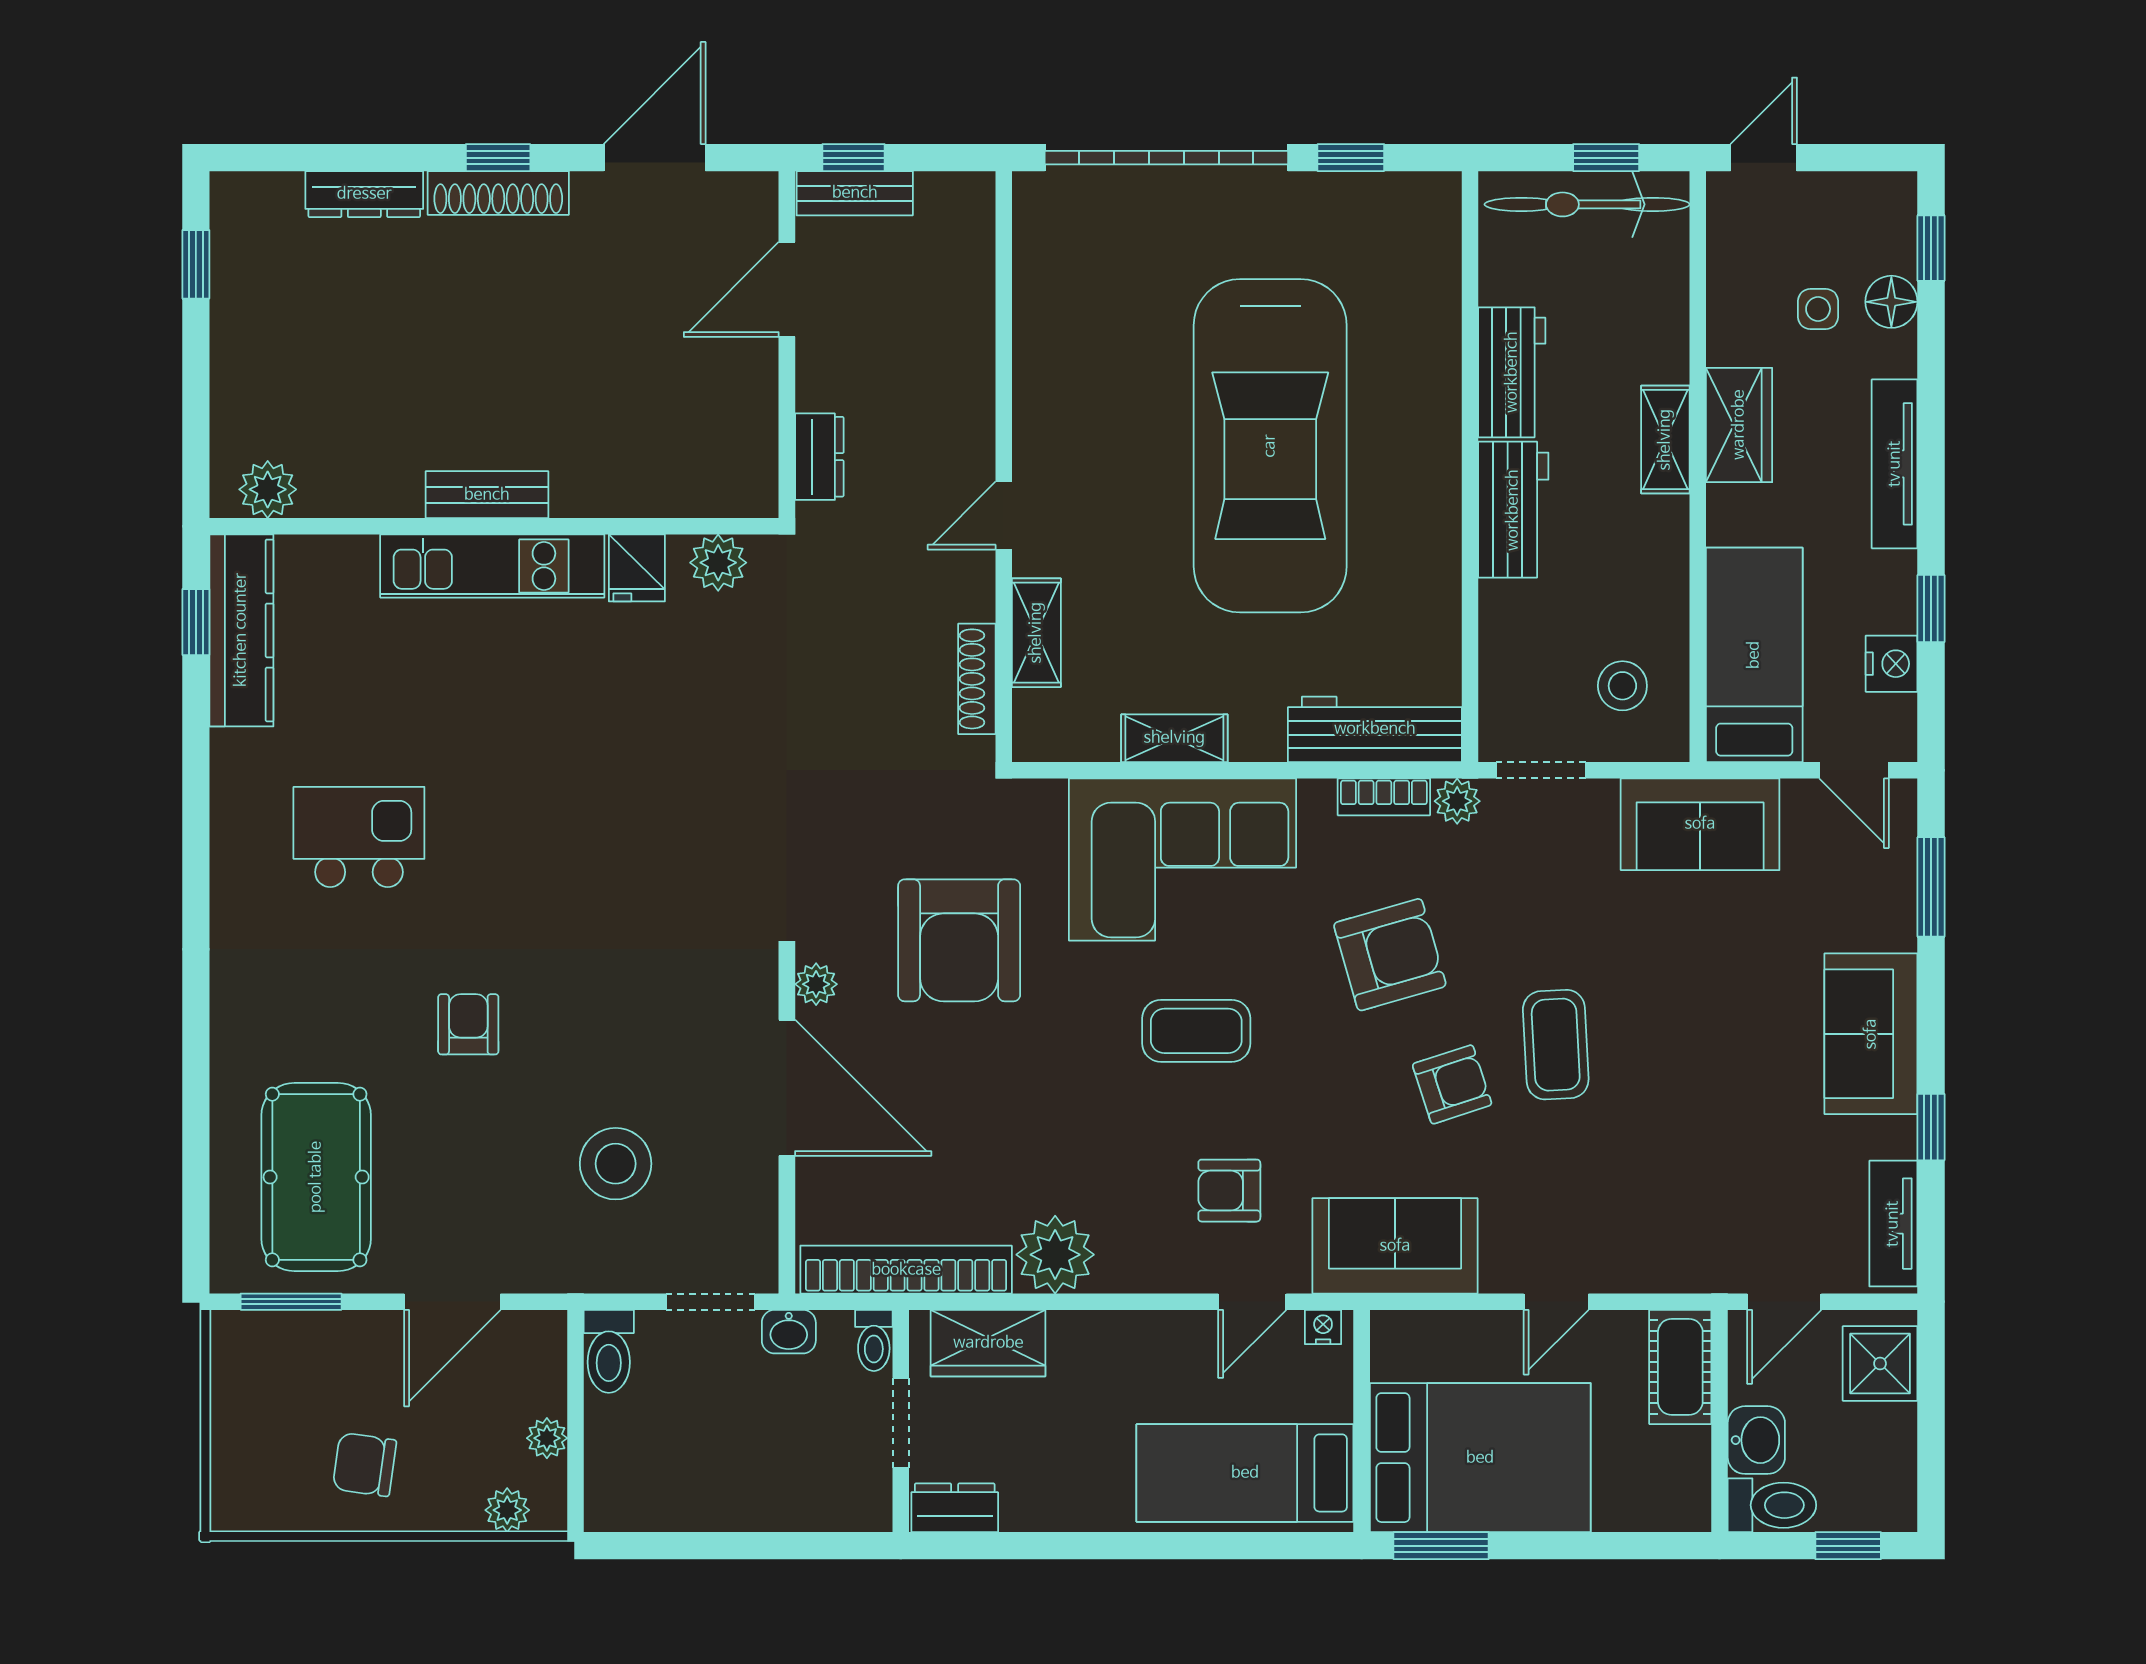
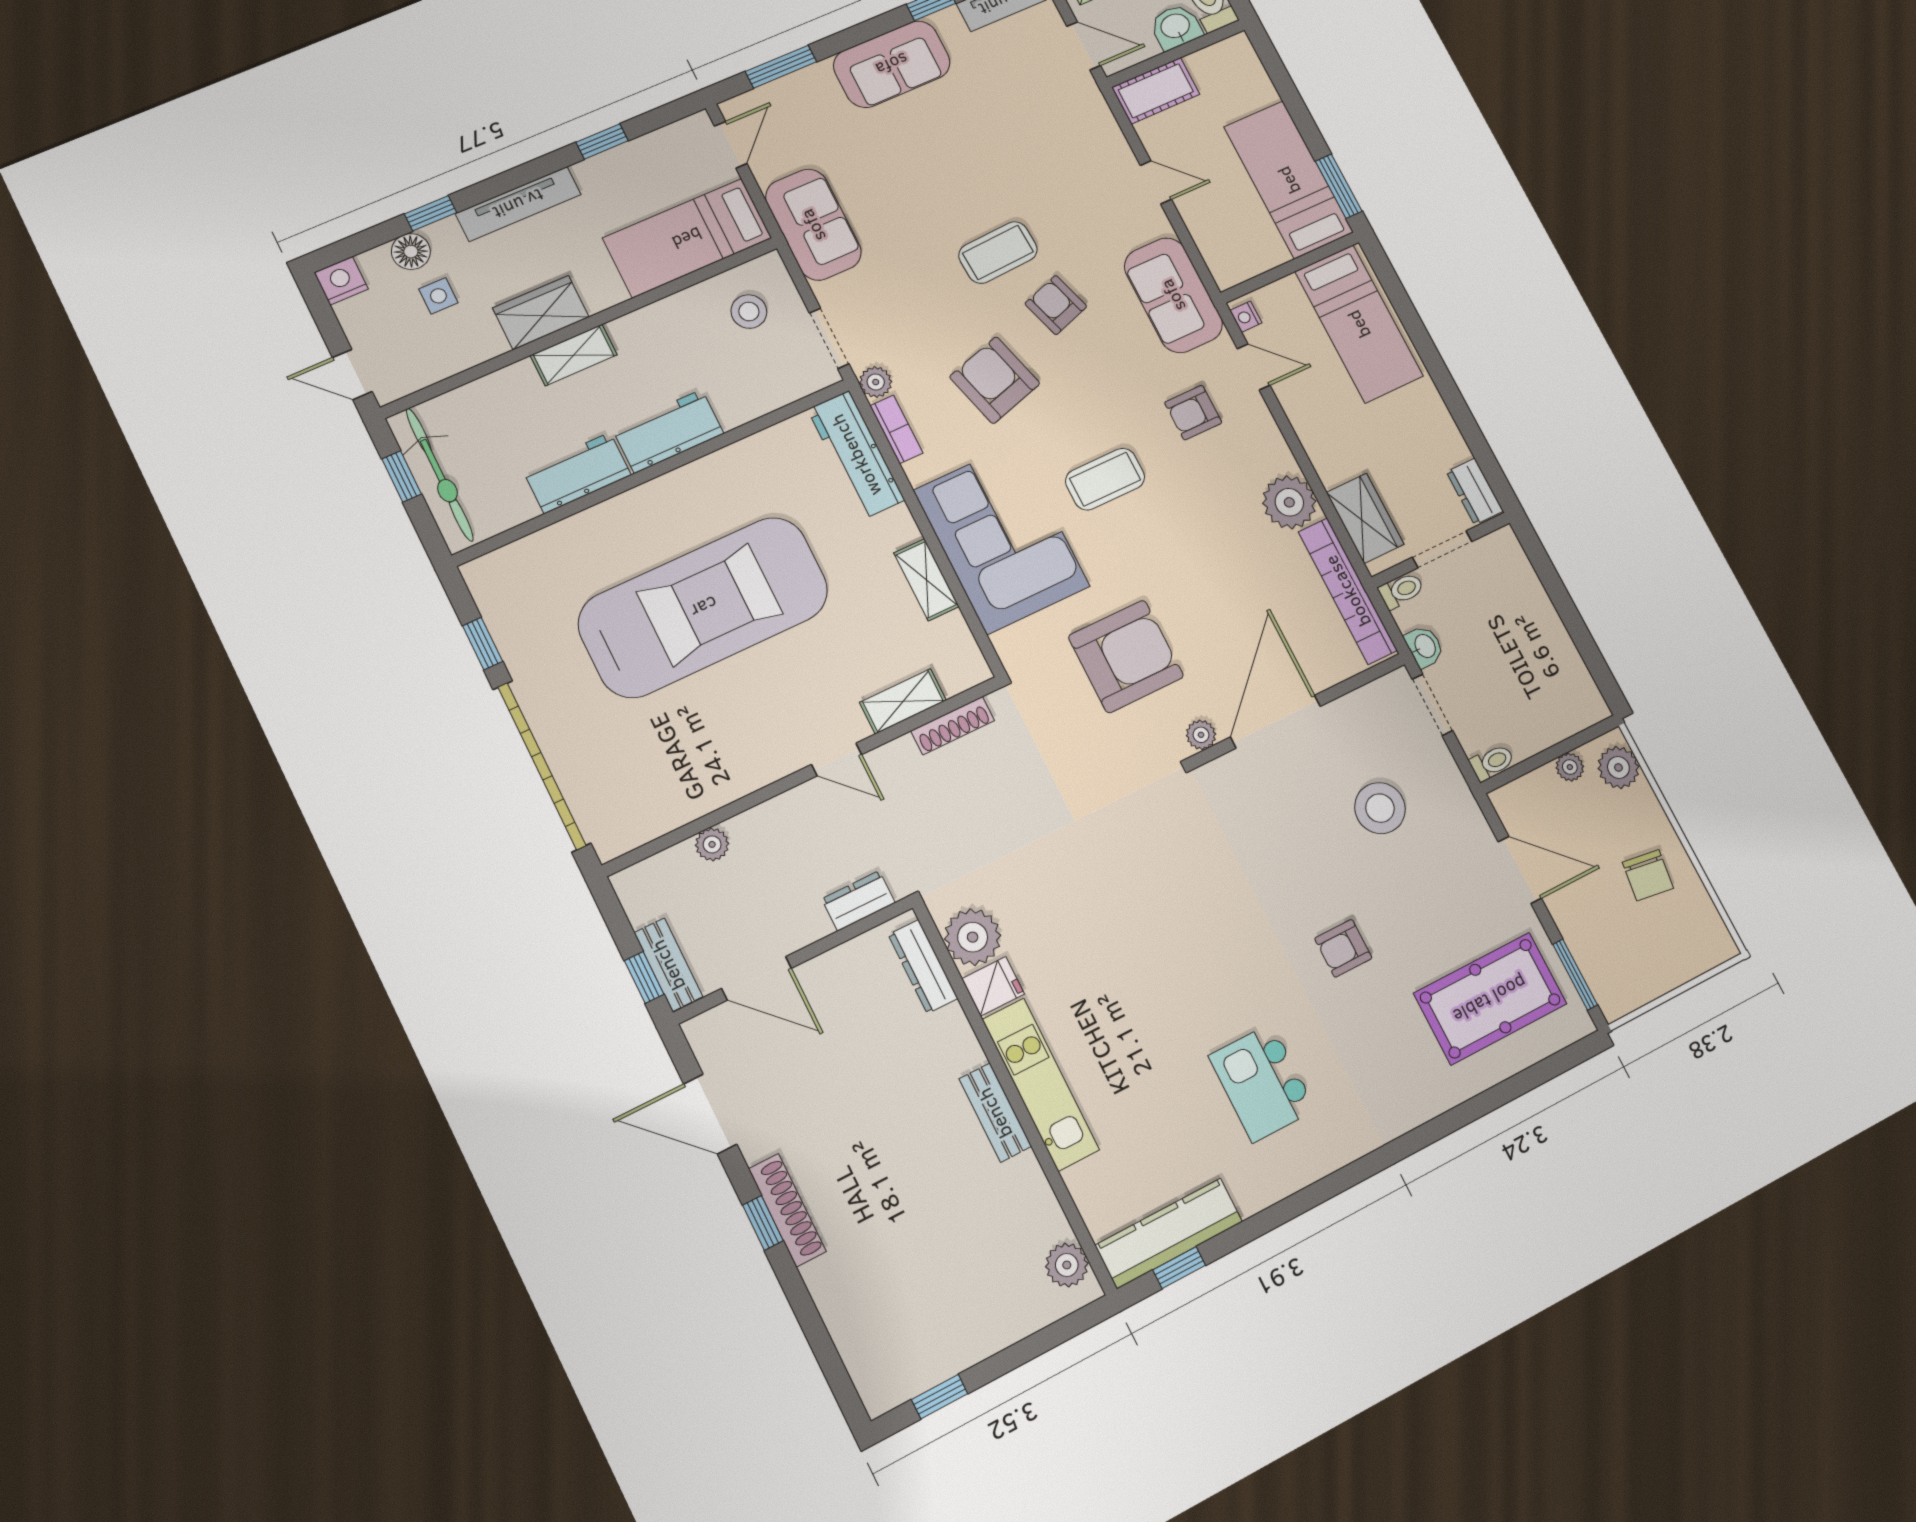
dresser: (364, 194) -> (923, 967), moved, turned 180
window: (1931, 248) -> (431, 213), moved
plant: (973, 315) -> (712, 844), added
plant: (718, 563) -> (973, 937), width x1.36, depth x1.36
nightstand: (1892, 664) -> (341, 281), moved
coffee table: (1196, 1031) -> (1105, 479), turned 90
armchair: (1229, 1191) -> (1193, 413), turned 90
toilet: (609, 1351) -> (1492, 762), width x0.73, depth x0.72
bed: (1480, 1458) -> (1289, 180), width x0.67
plant: (507, 1510) -> (1618, 767), width x1.38, depth x1.38

